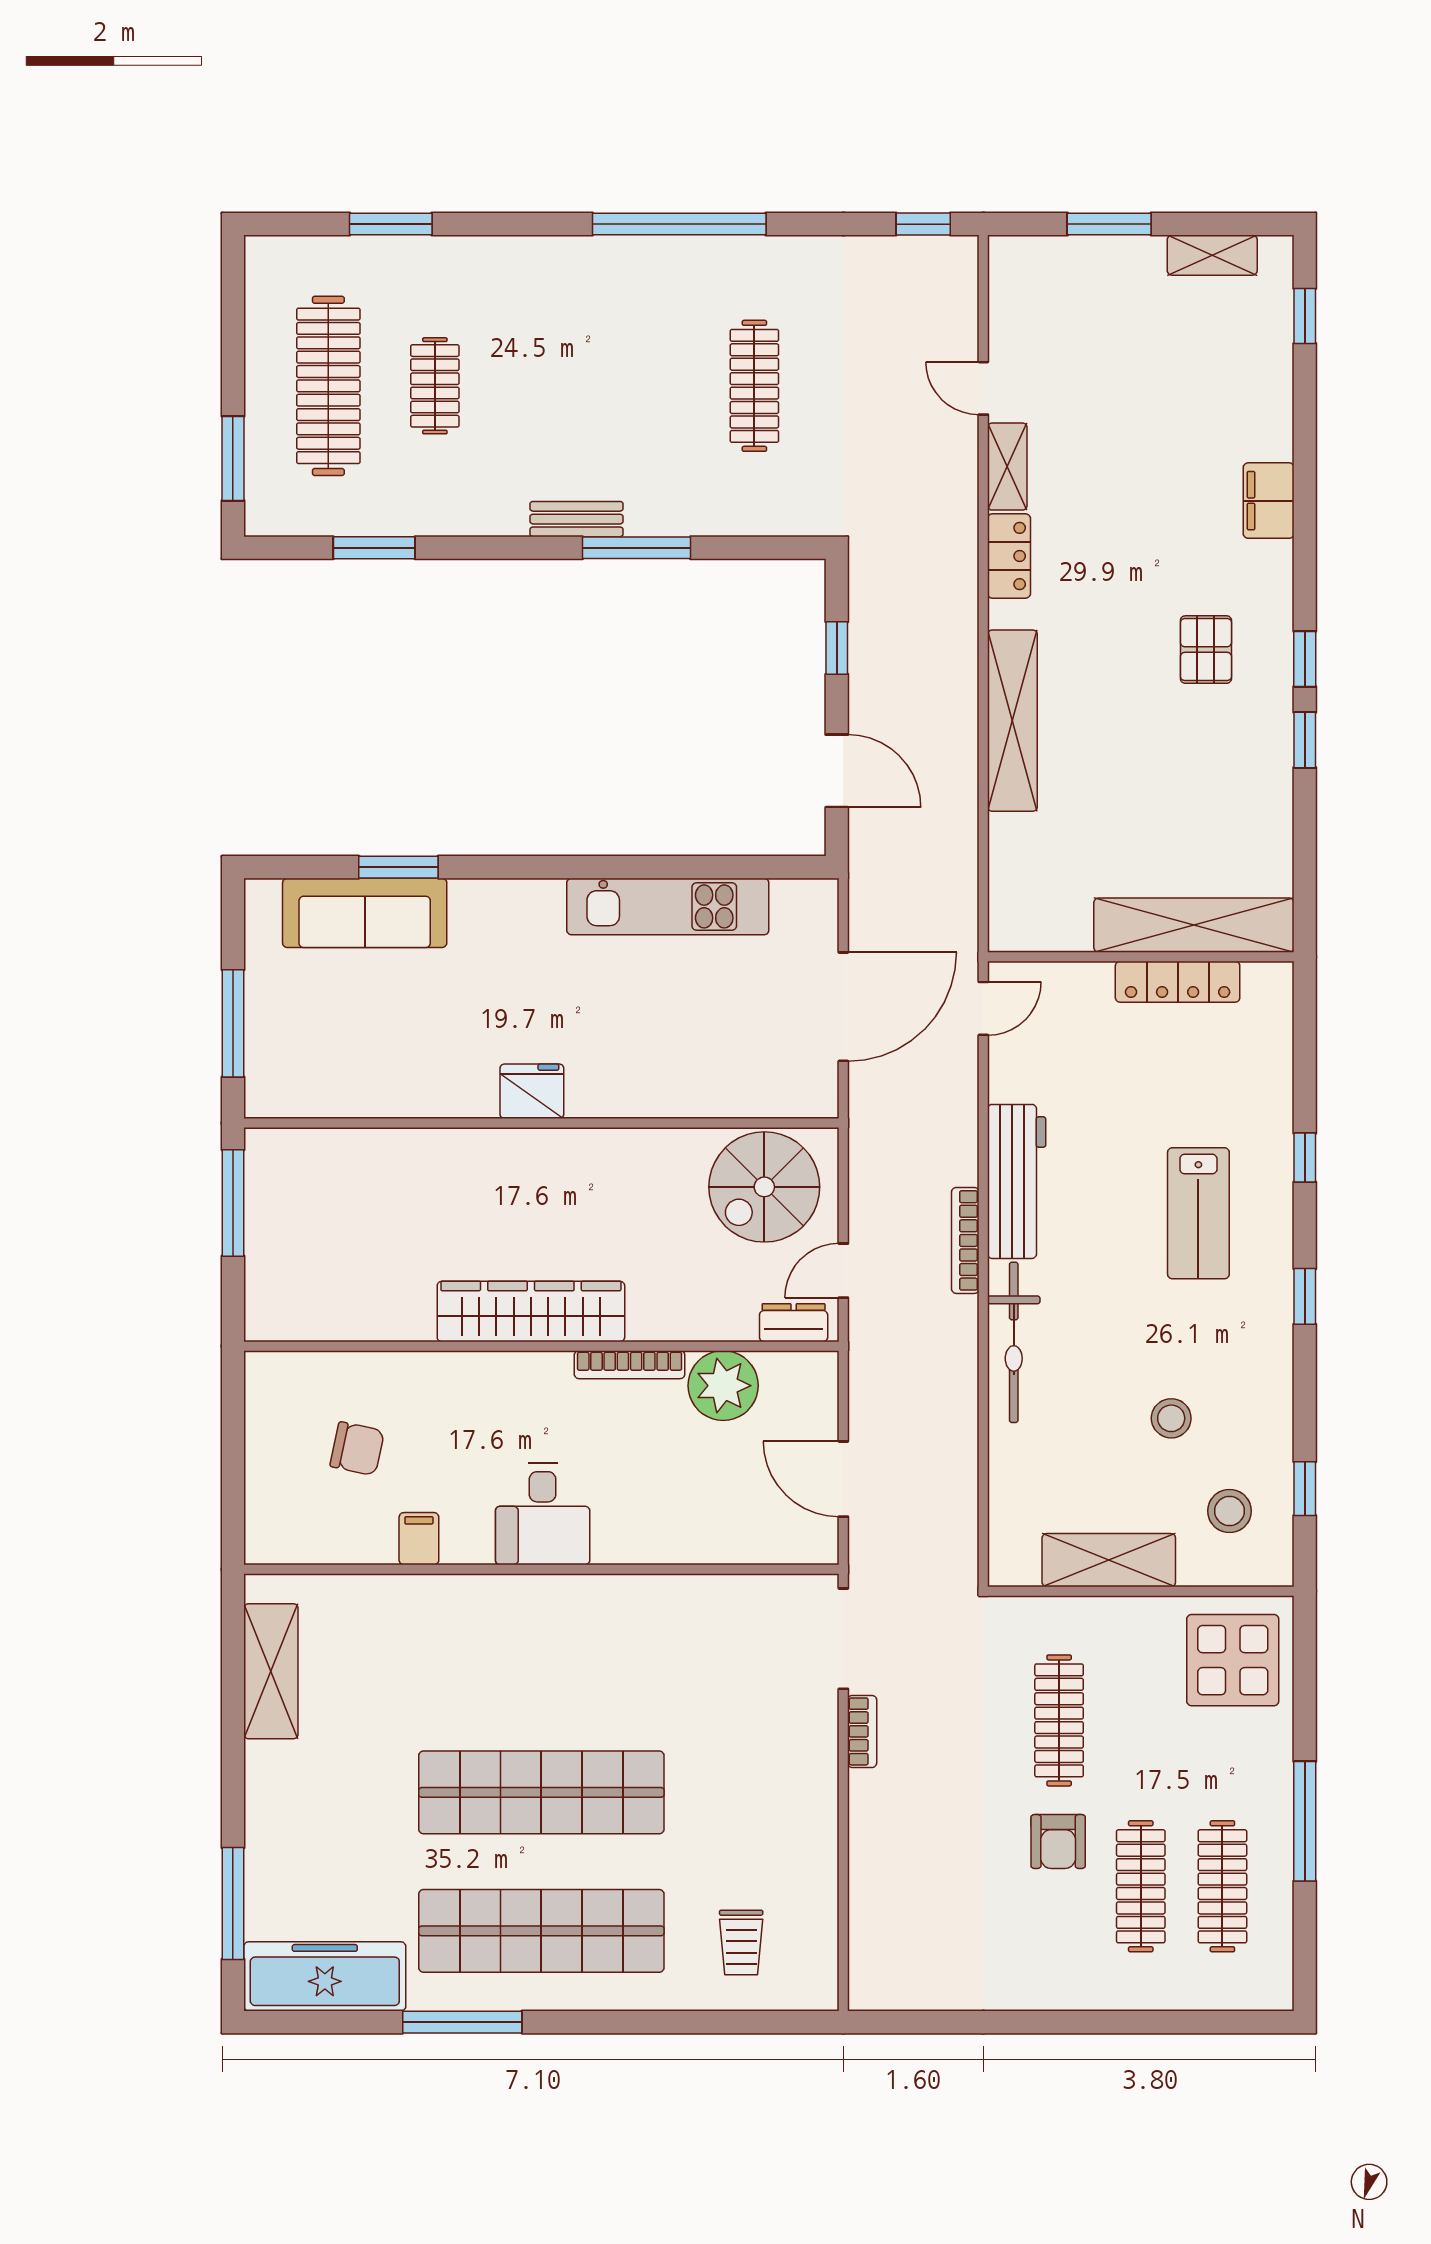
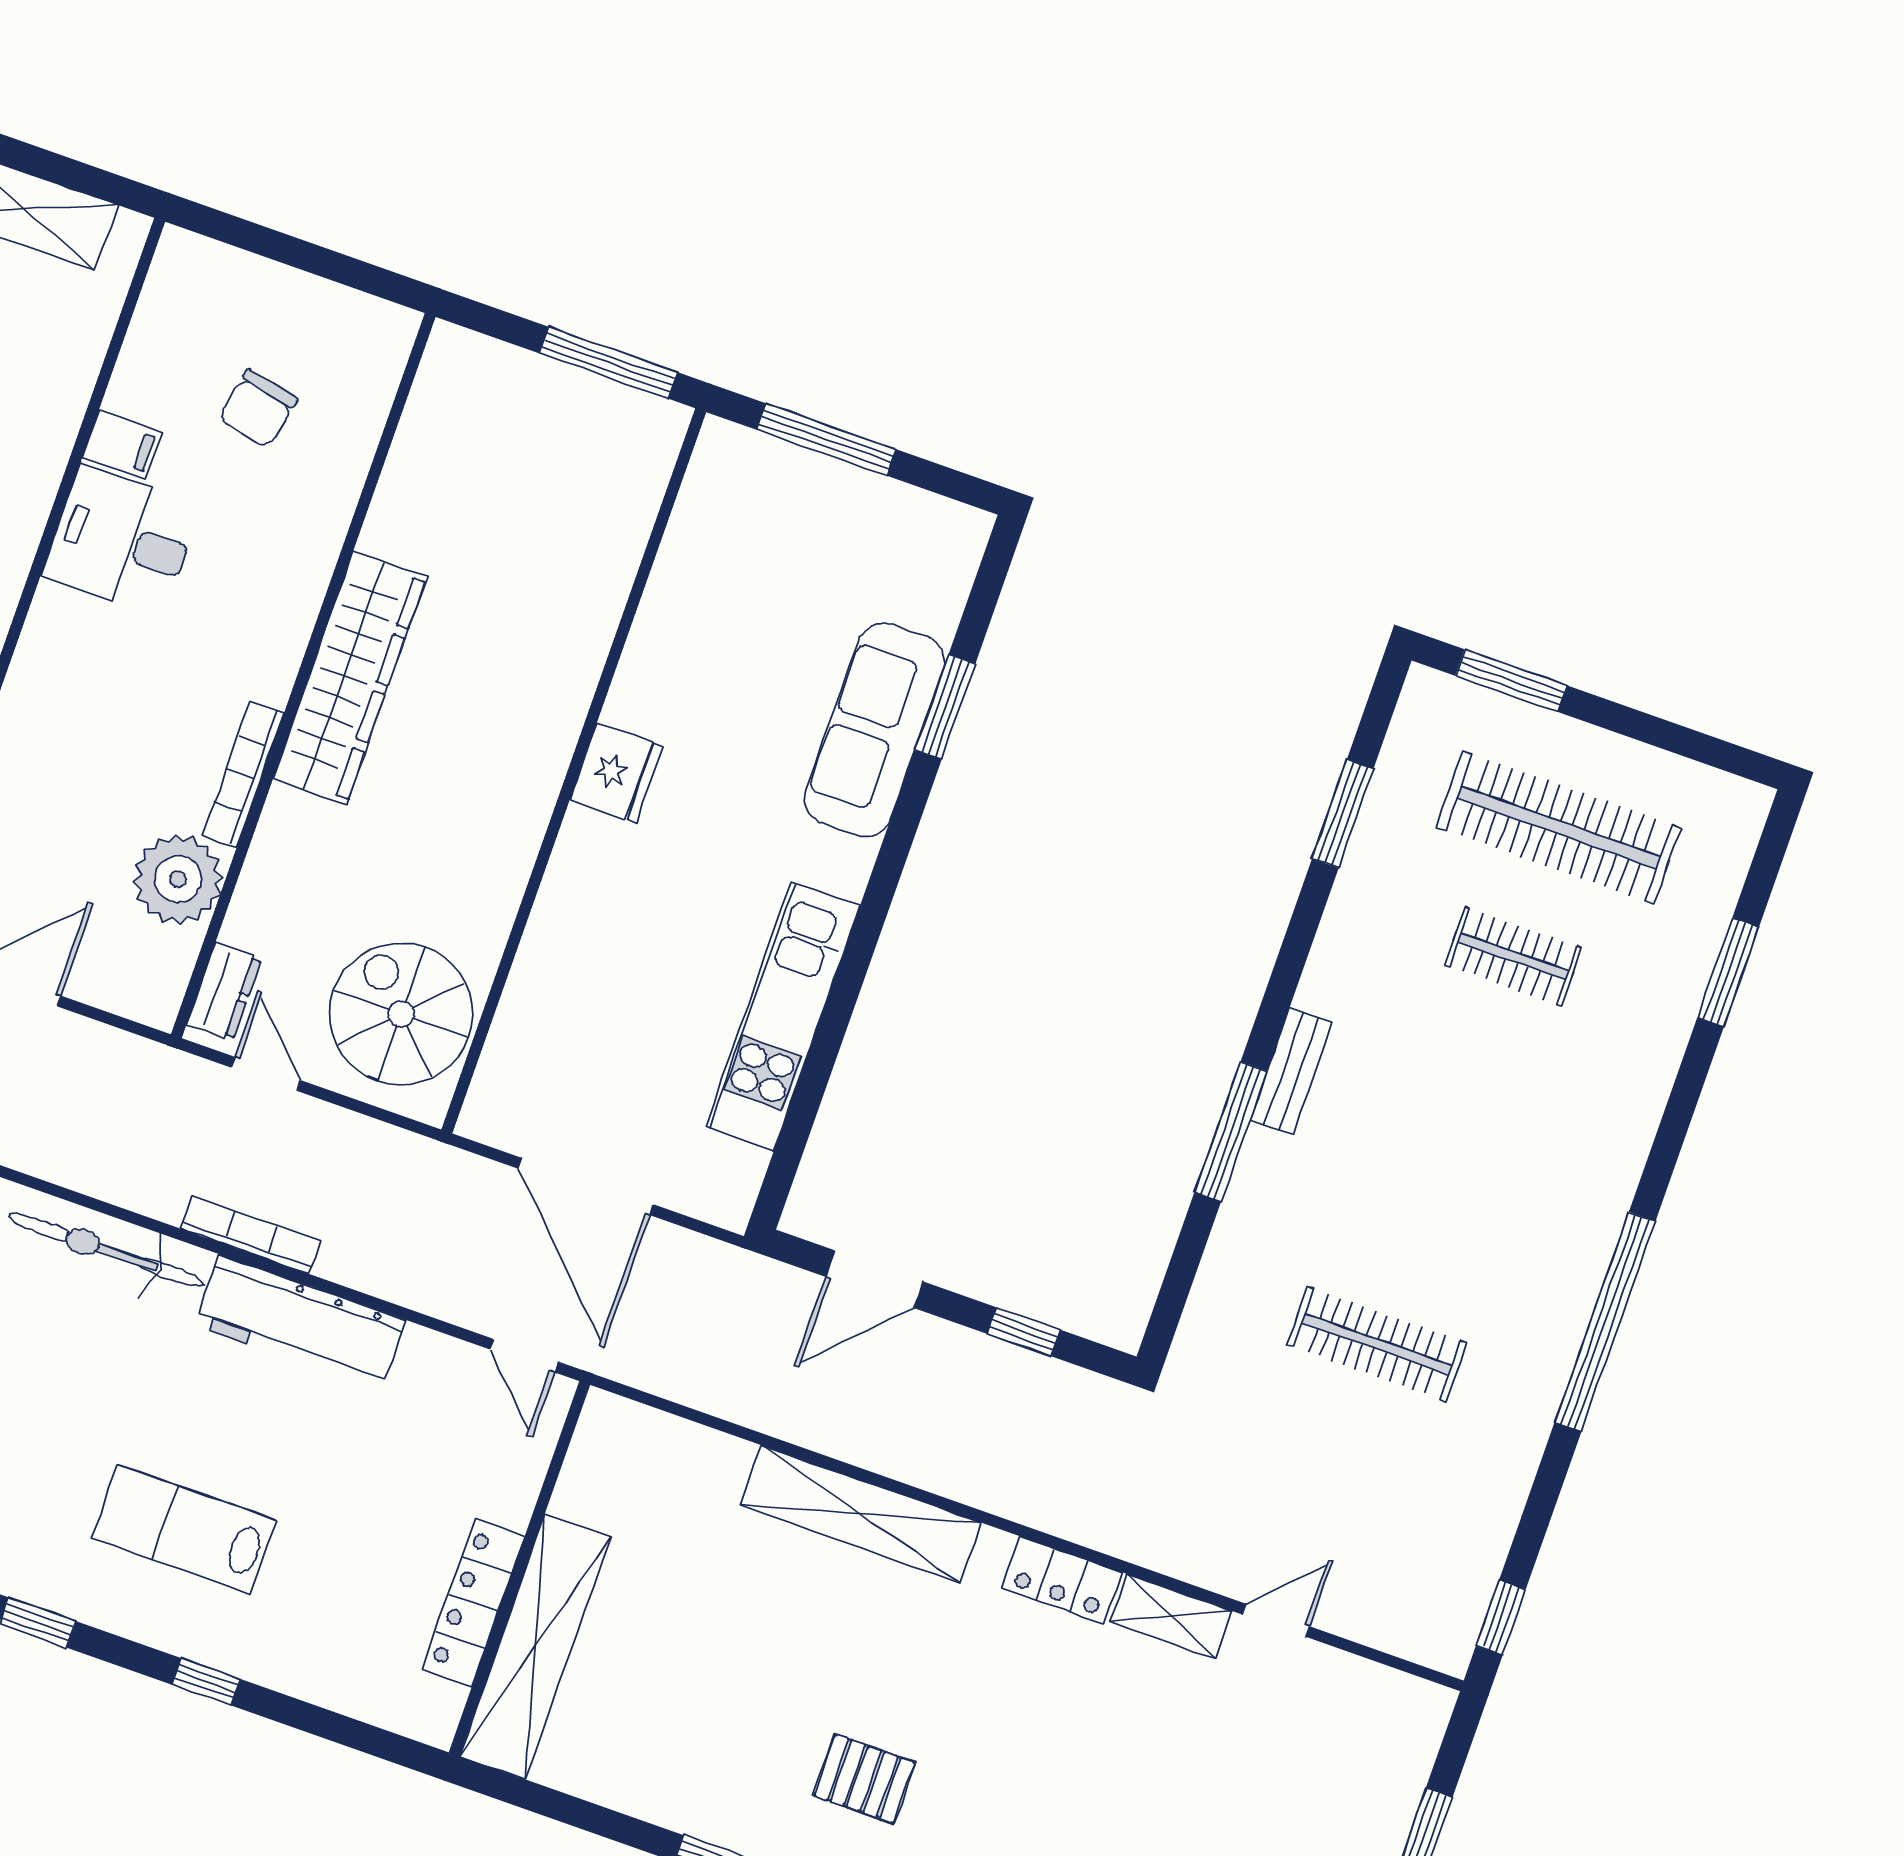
sofa: (365, 913) -> (875, 730), moved
desk: (543, 1514) -> (122, 540), moved

